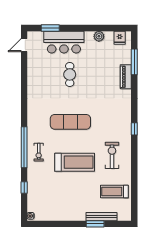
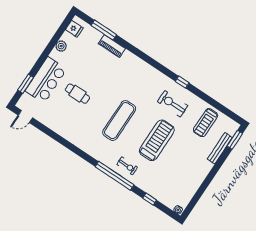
door: (24, 45) -> (25, 116), hinge flipped
window: (134, 129) -> (182, 82), moved
window: (95, 224) -> (235, 140), moved

